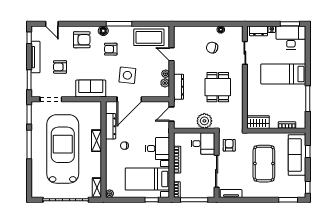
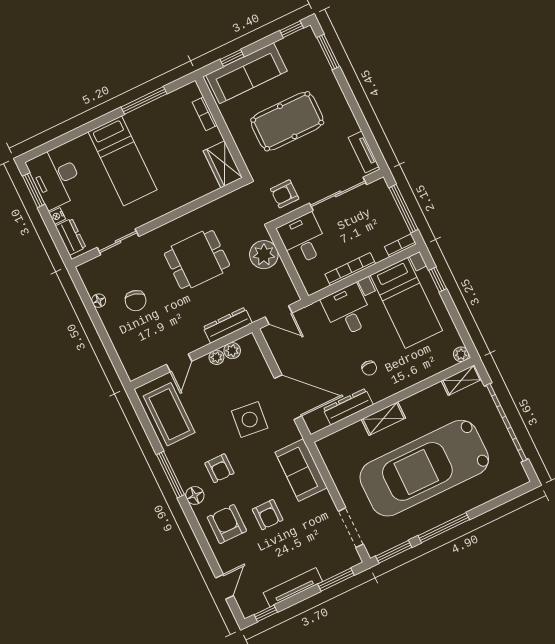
armchair: (60, 67) -> (268, 515), moved

